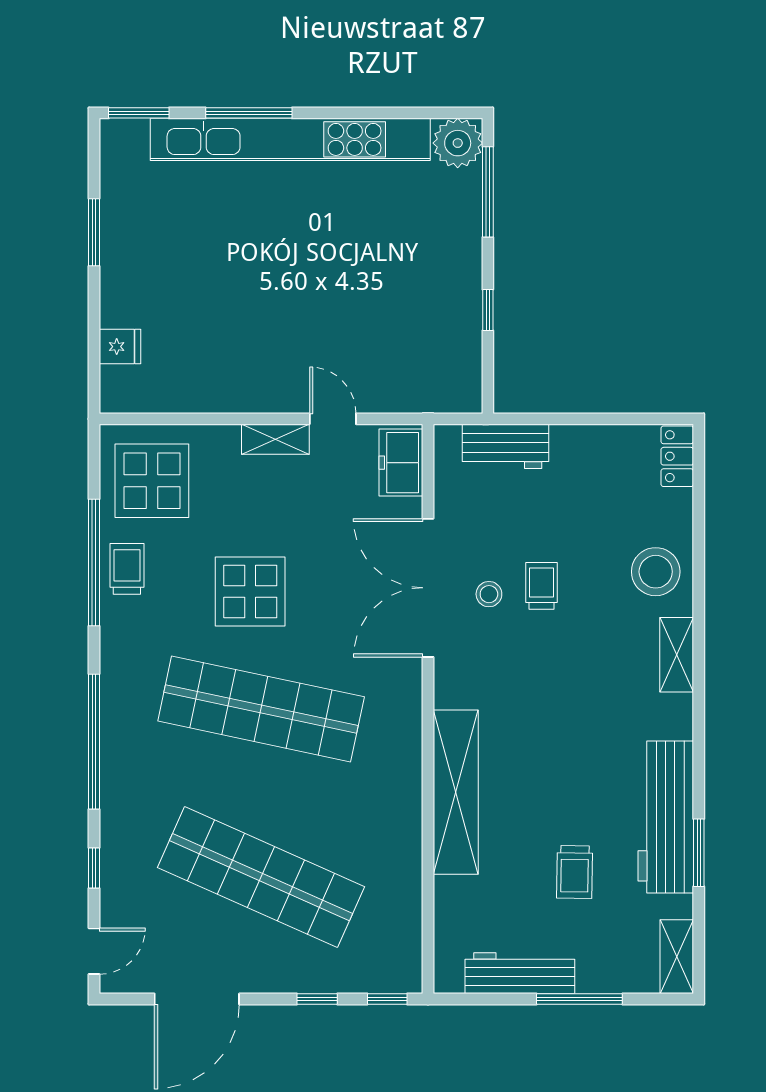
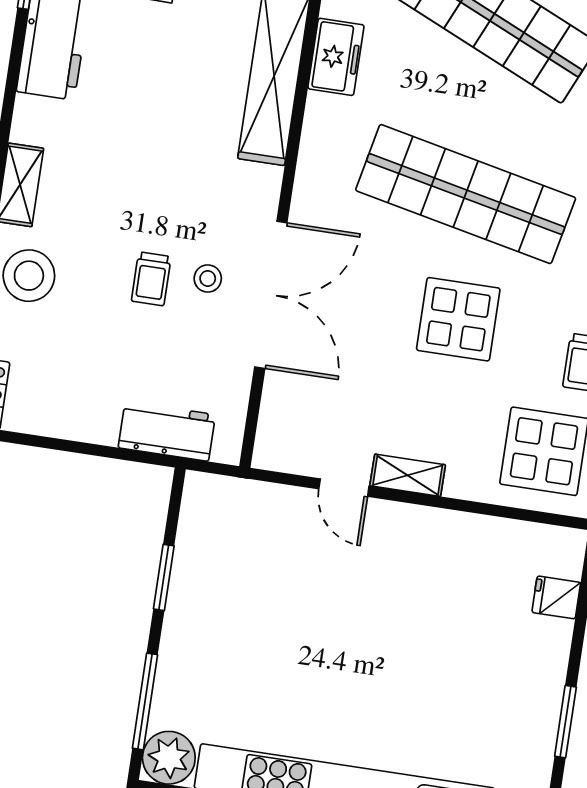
window: (488, 310) -> (164, 577), width x1.50
freezer: (401, 463) -> (336, 57), moved

